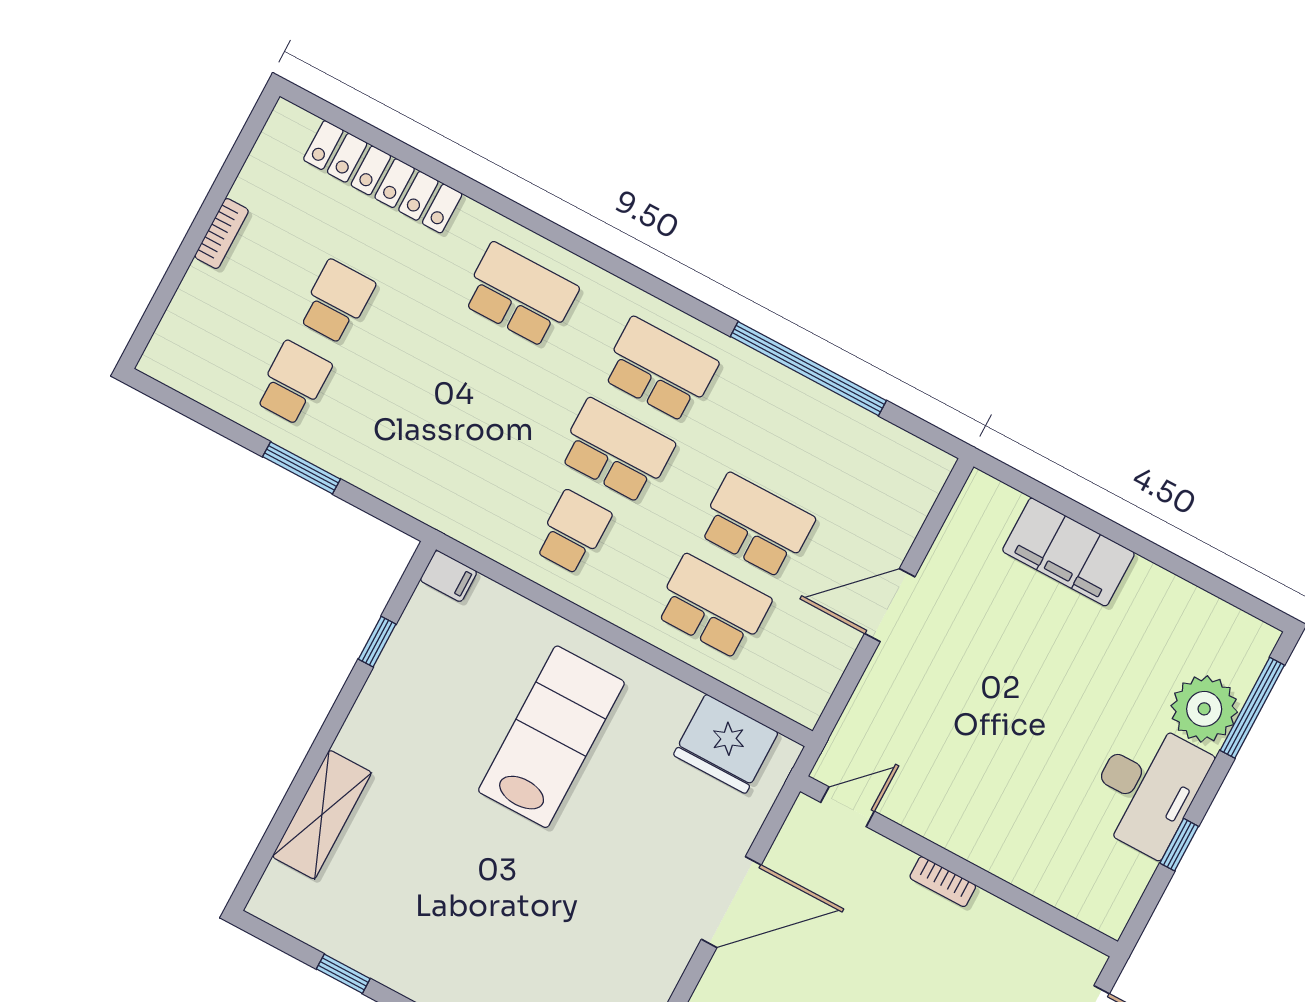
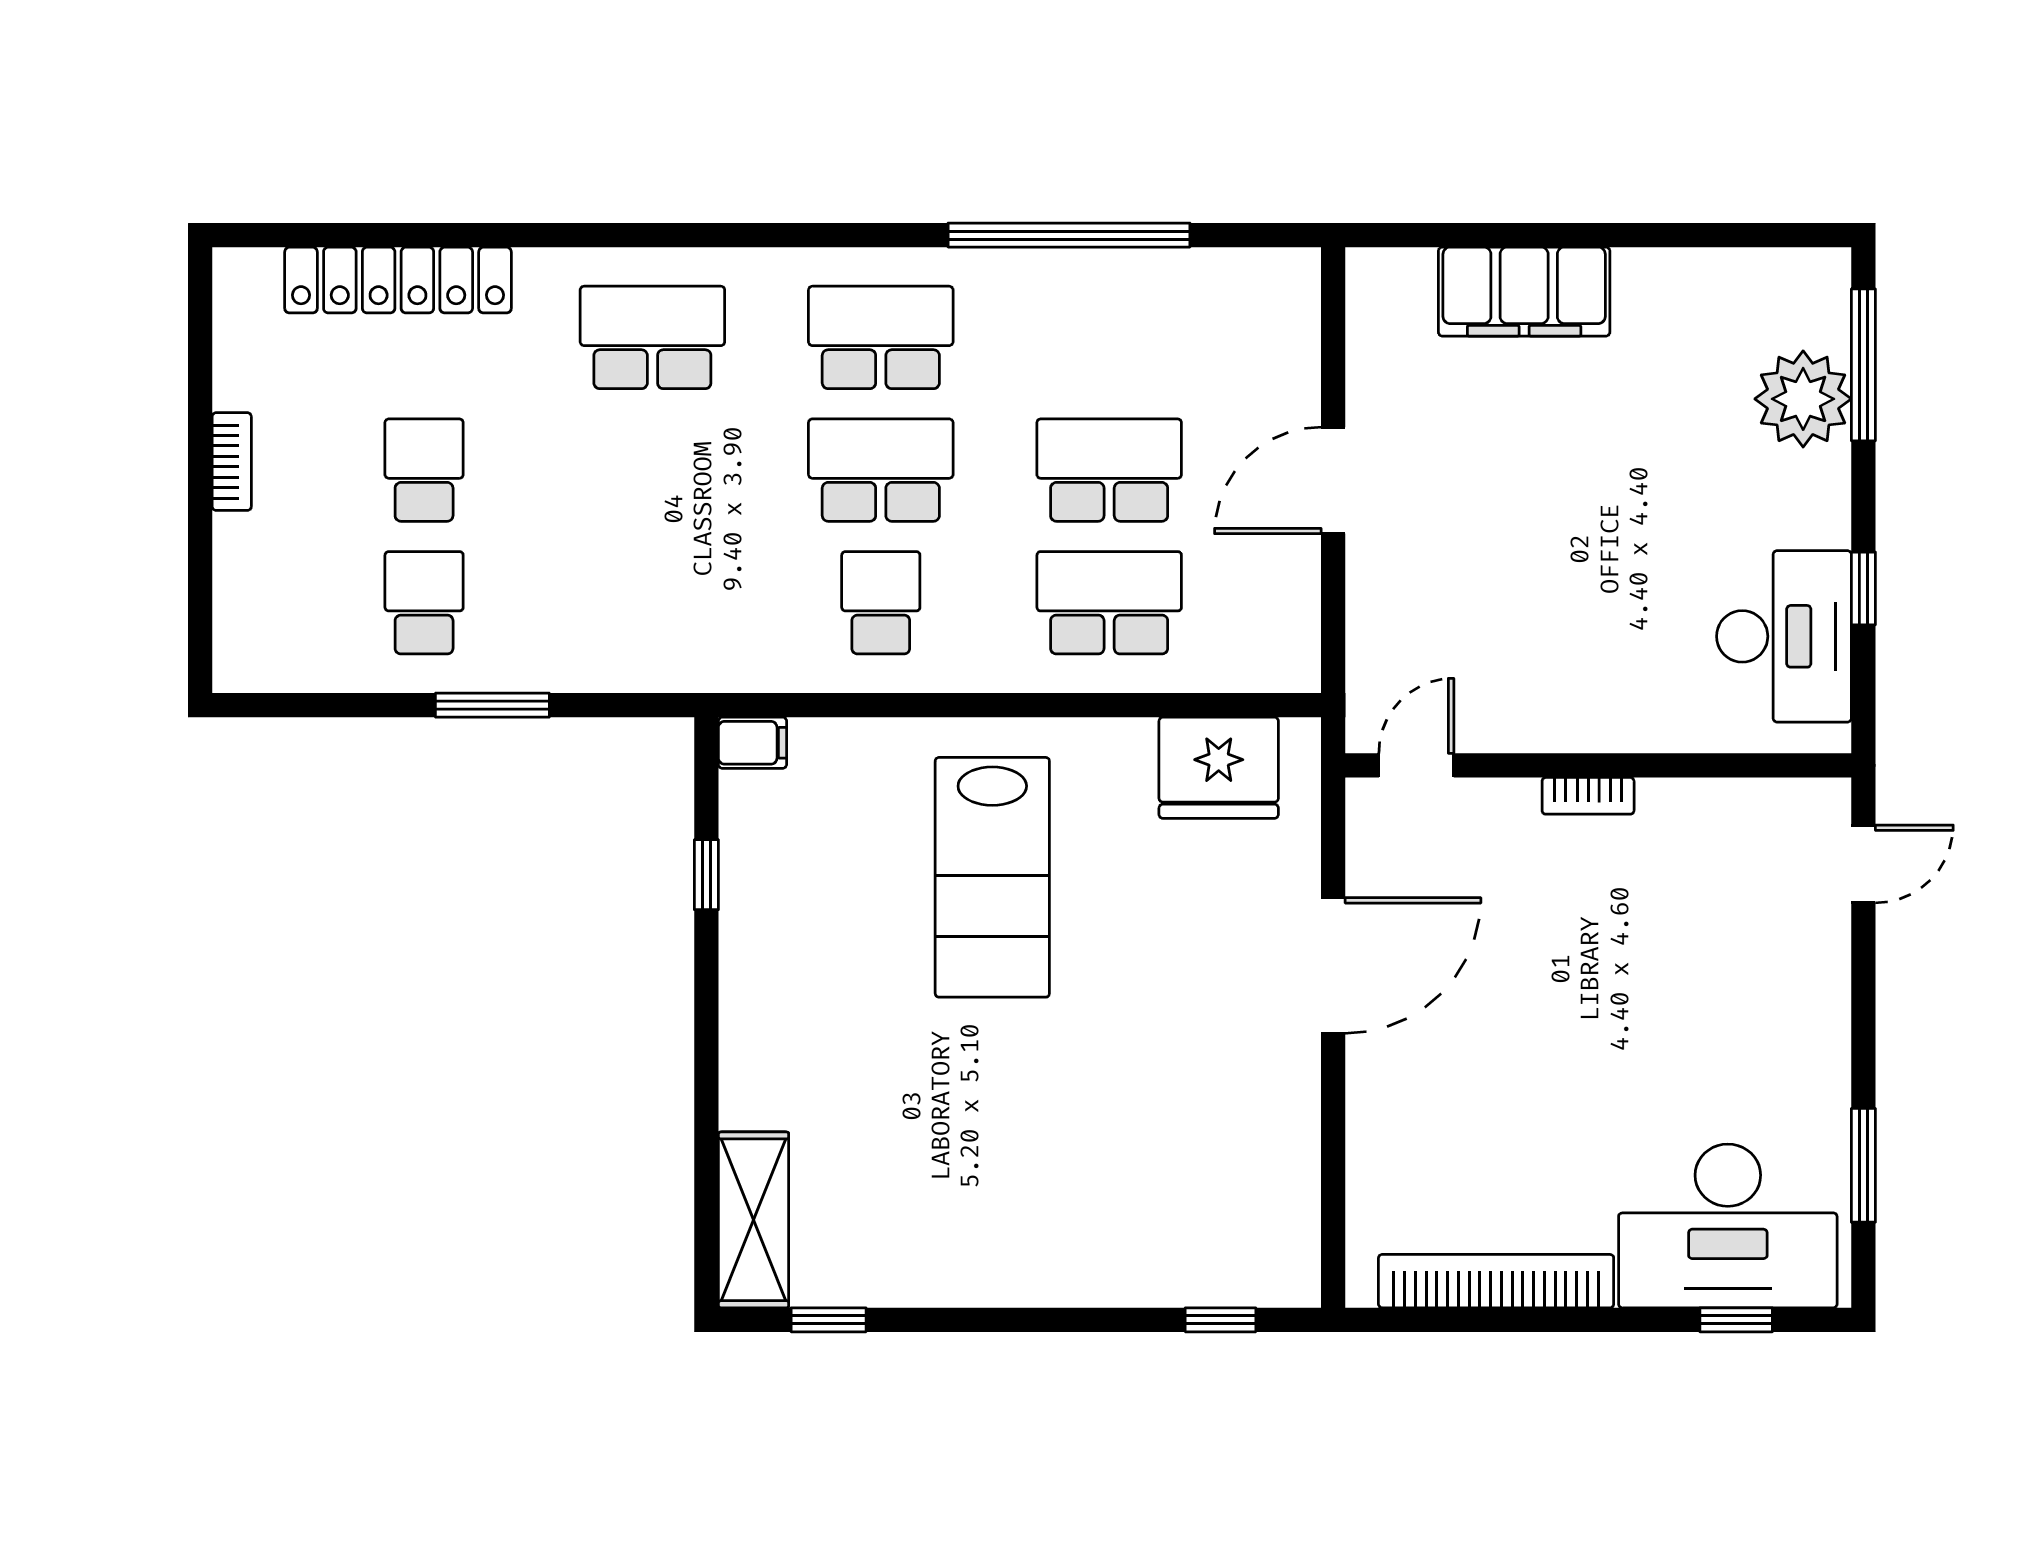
lab bench: (551, 737) -> (992, 877), turned 180
desk: (1147, 788) -> (1784, 636), moved
shelving: (322, 815) -> (754, 1220), moved
window: (343, 974) -> (829, 1320), moved

